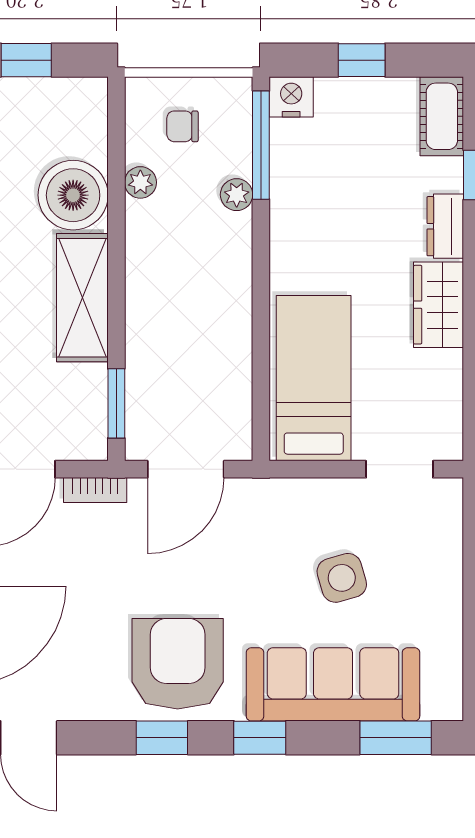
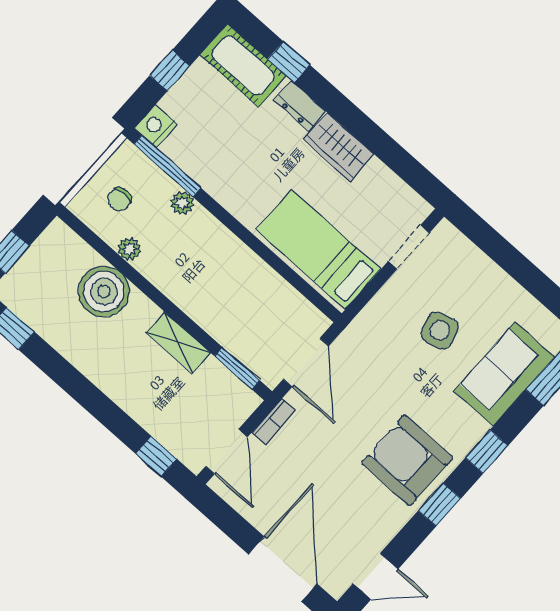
cot: (442, 116) -> (243, 65), width x1.37, depth x1.34
shelving: (82, 298) -> (178, 343), width x0.67, depth x0.75
sofa: (333, 684) -> (504, 374), width x0.73

